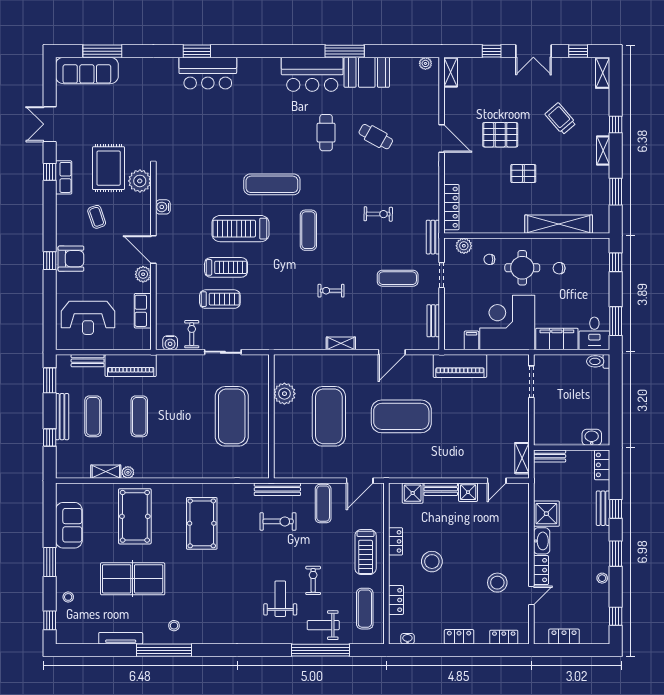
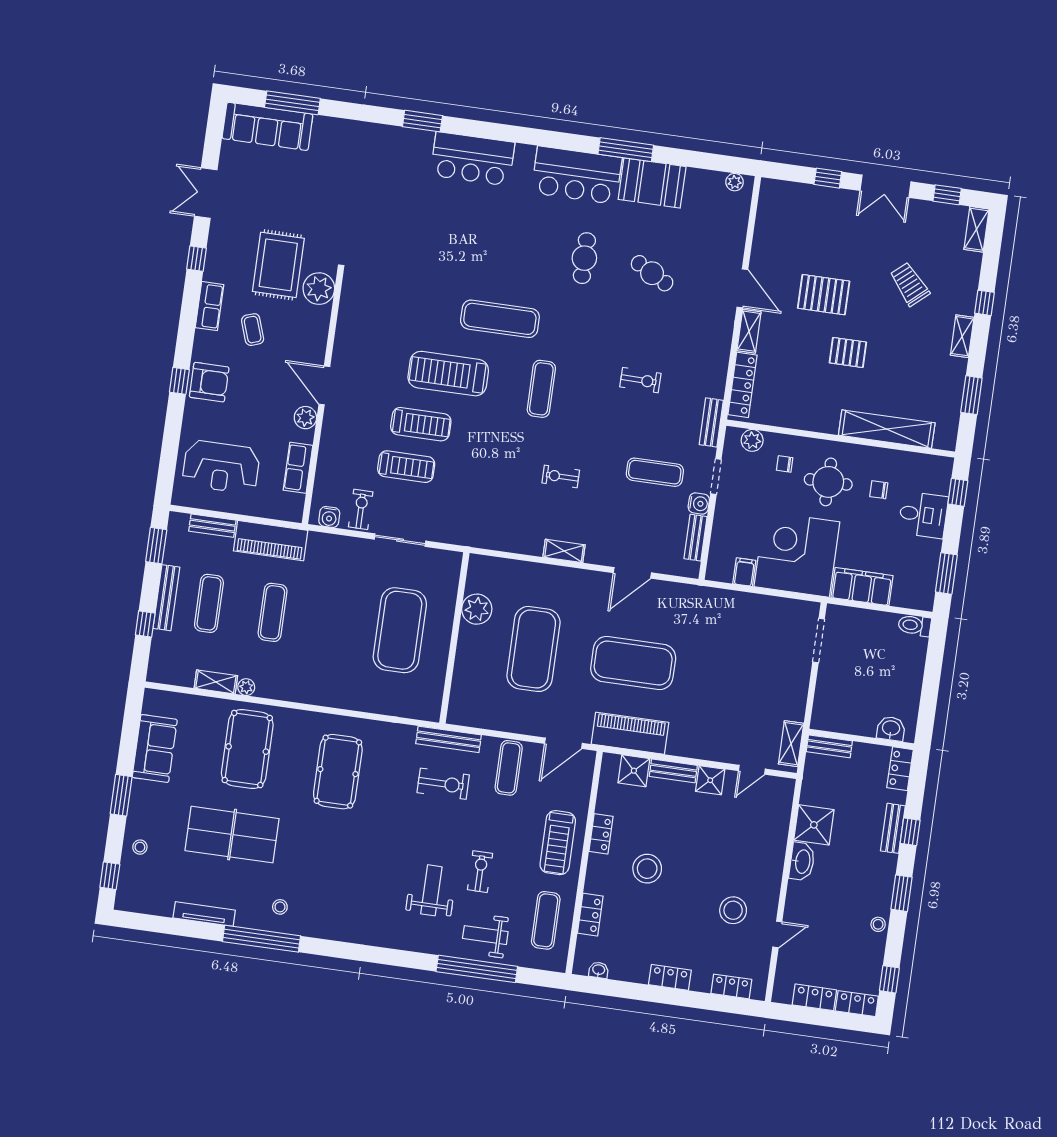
shelving: (451, 72) -> (749, 331), moved
bar counter: (208, 73) -> (472, 159), moved
row of seats: (64, 177) -> (210, 306), moved
water cooler: (163, 207) -> (699, 504), moved, turned 180
desk: (594, 333) -> (923, 515), moved, turned -90
piano: (460, 366) -> (630, 733), moved, turned 180
locker: (541, 570) -> (857, 1004), moved, turned -90

